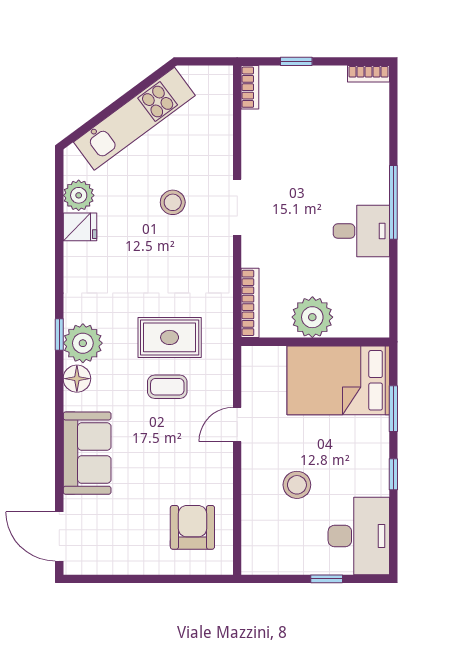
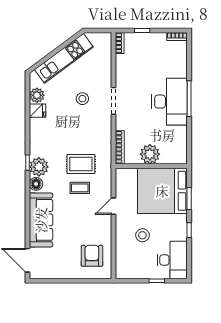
desk: (361, 231) -> (170, 102), width x1.87, depth x1.30
bed: (338, 380) -> (162, 191), width x1.36
sofa: (87, 453) -> (41, 220), width x1.36

